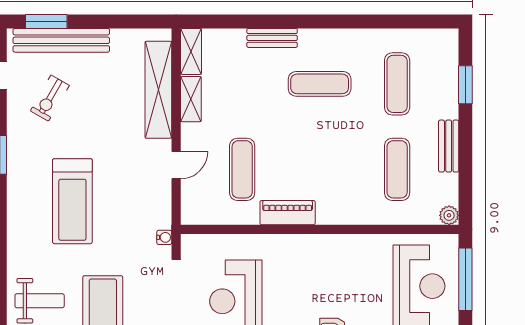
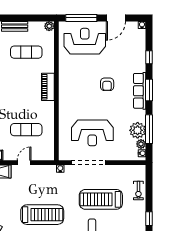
door: (176, 165) -> (24, 163), hinge flipped
piano: (288, 213) -> (48, 87), moved

